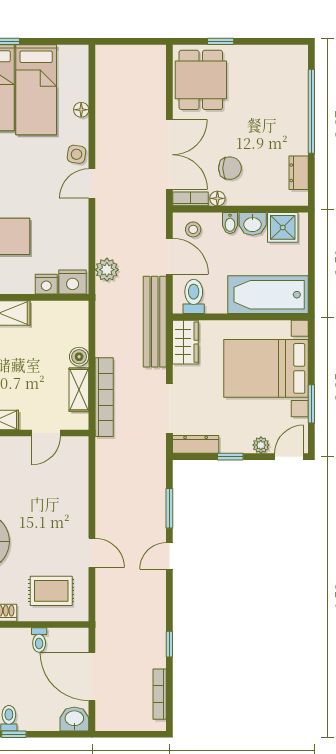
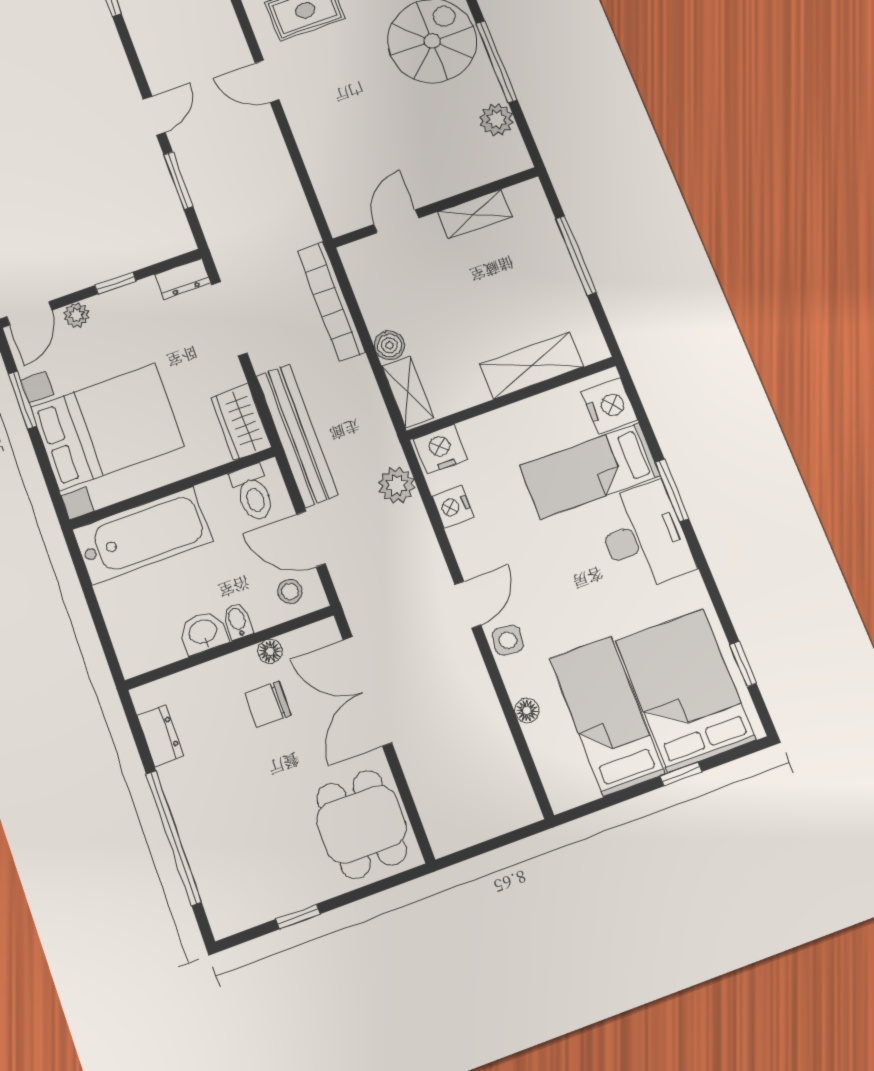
window: (221, 41) -> (298, 917), moved
bookcase: (191, 199) -> (311, 636), removed
shower: (283, 227) -> (155, 644), removed
nightstand: (46, 284) -> (453, 507), moved, turned -90
shelving: (79, 390) -> (408, 392), moved
dresser: (196, 444) -> (183, 279), width x0.70

